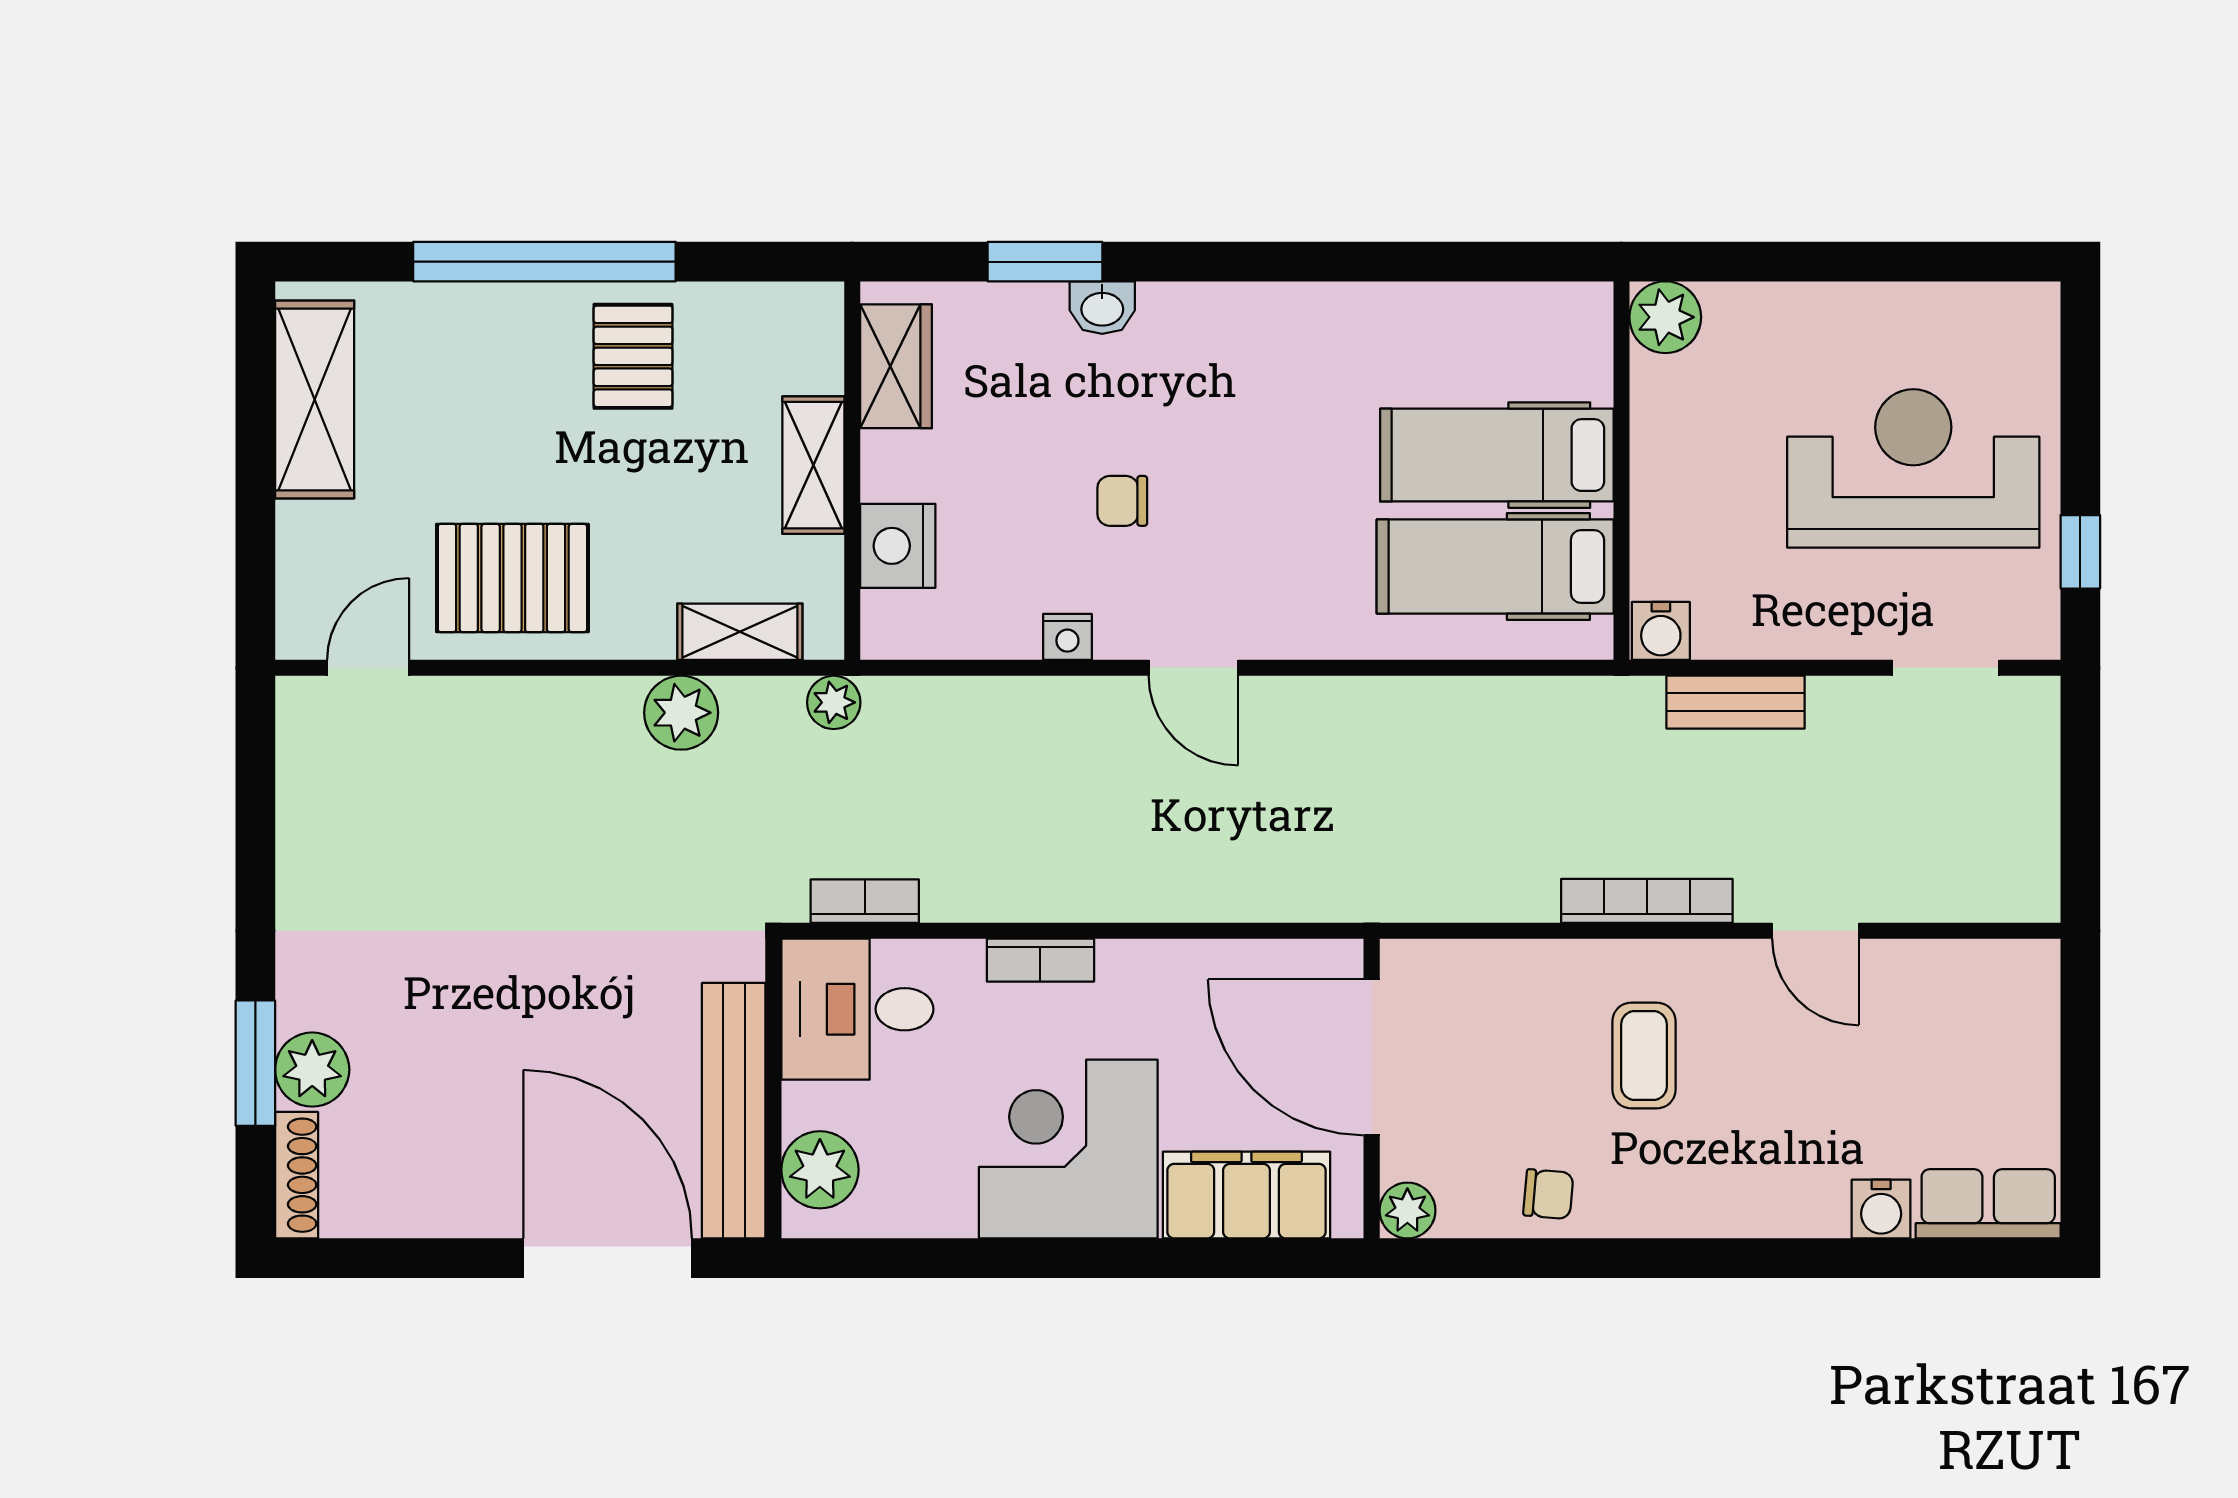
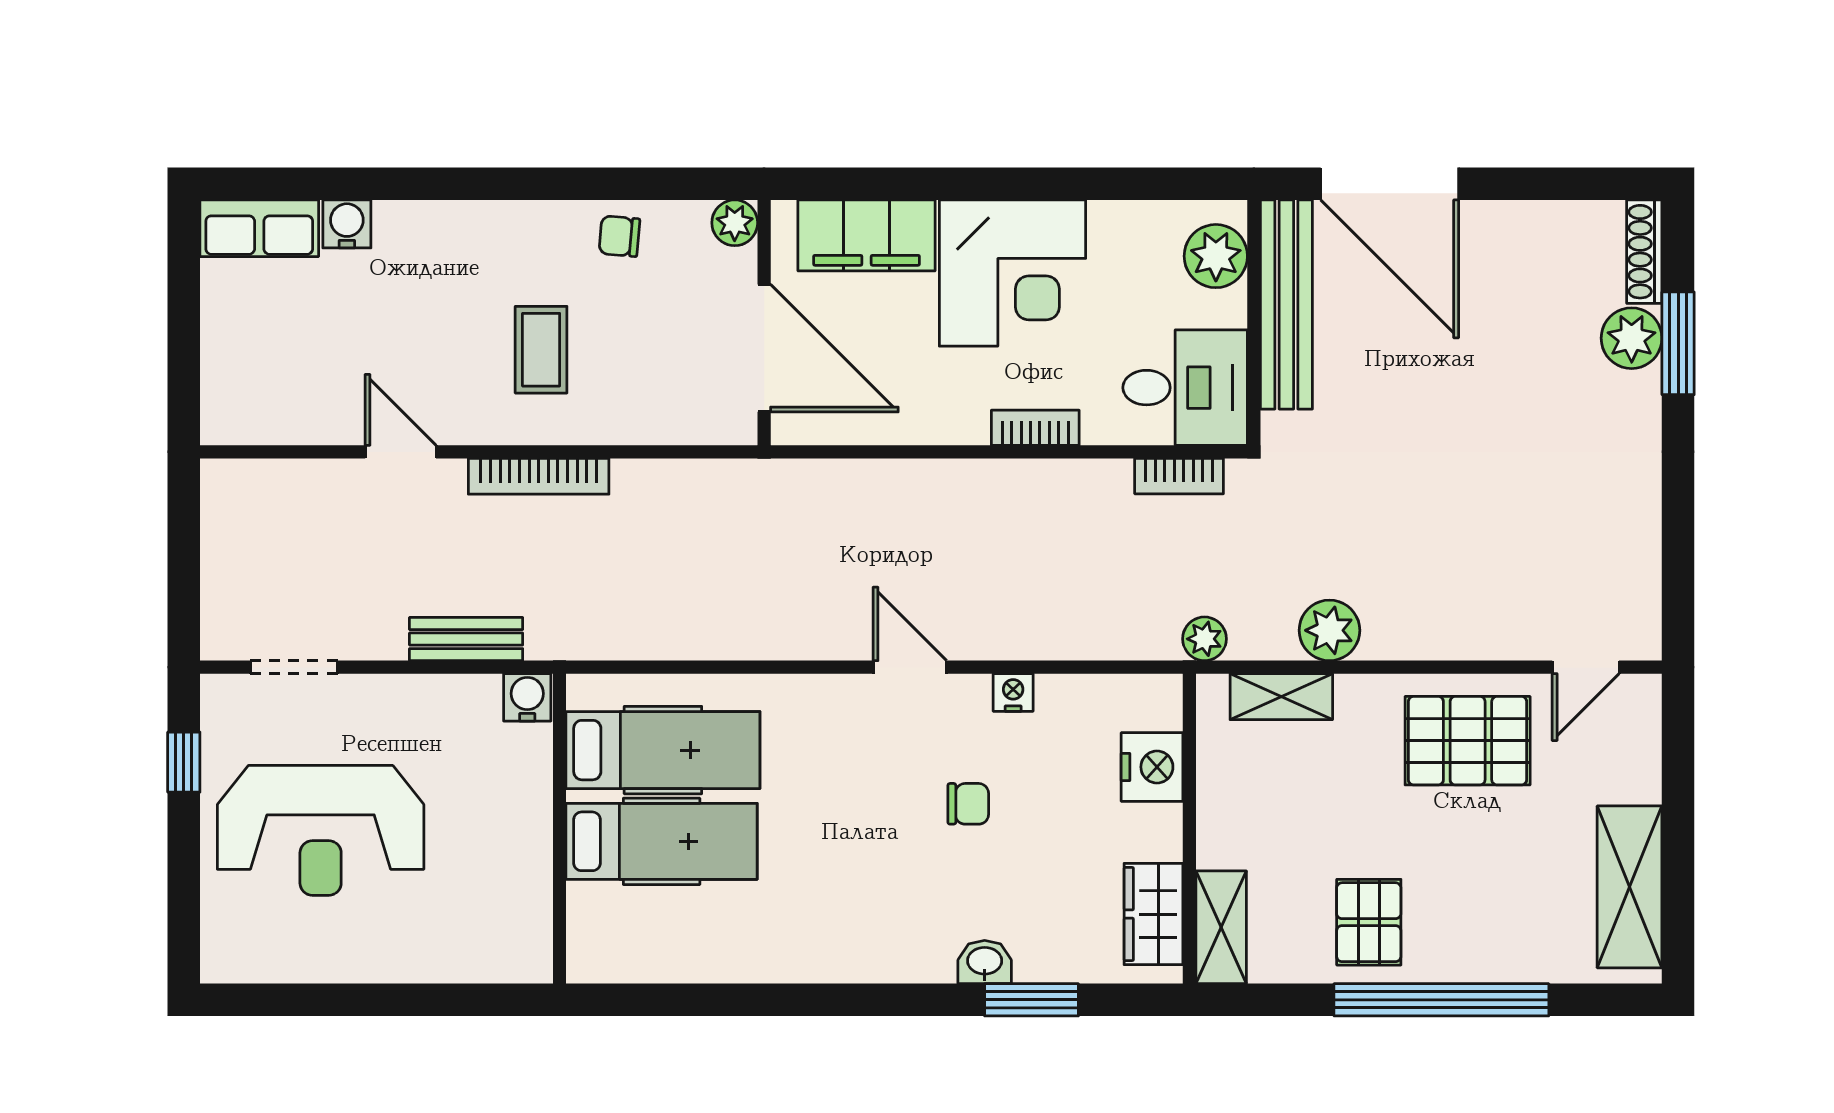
plant: (1665, 317) -> (524, 954), removed
shelving: (813, 465) -> (1221, 927), moved

